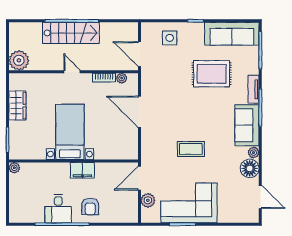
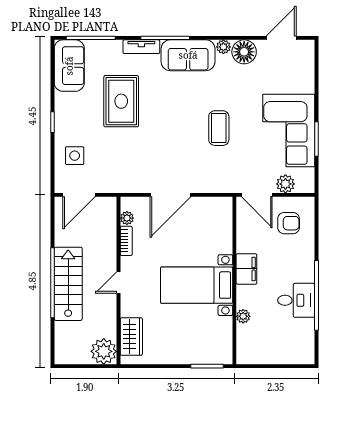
sofa: (232, 34) -> (69, 66), width x0.73
door: (139, 54) -> (79, 195), moved
wardrobe: (17, 106) -> (131, 337), moved, turned 90
plant: (14, 168) -> (243, 316), moved
armchair: (90, 207) -> (289, 223), moved

